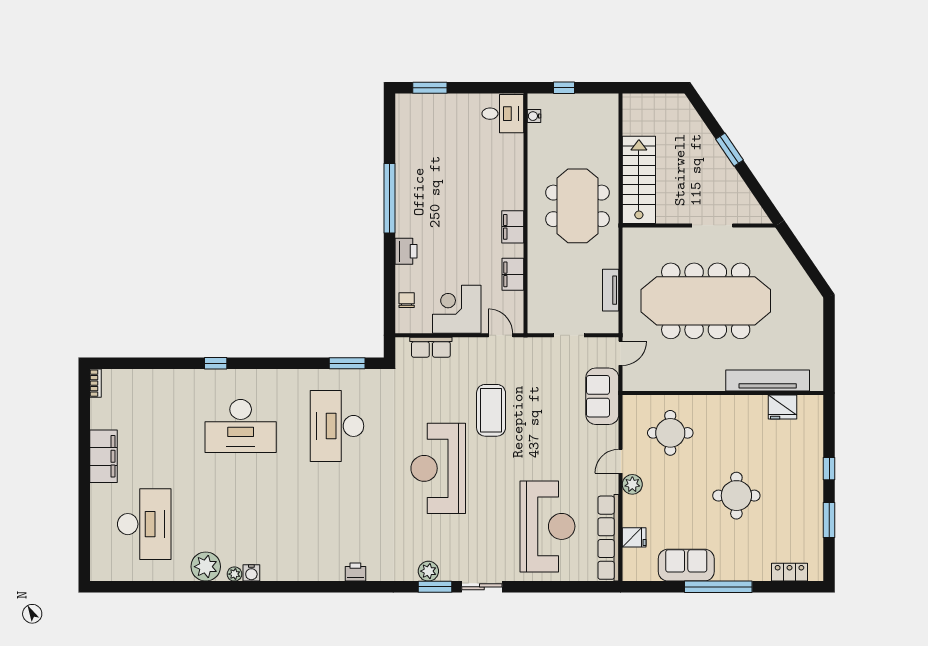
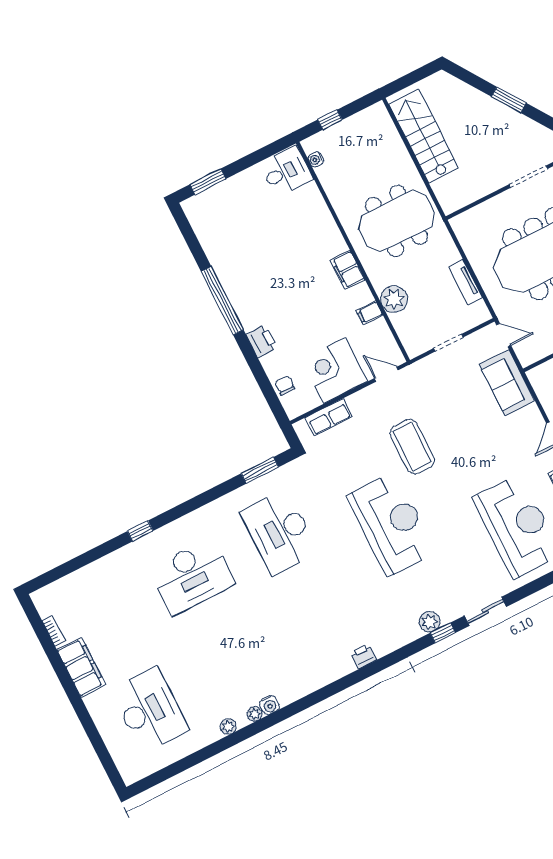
stairs: (639, 180) -> (424, 136), moved
meeting table: (577, 206) -> (397, 221), turned 90
plant: (540, 273) -> (394, 299), added
filing cabinet: (513, 274) -> (370, 313), width x0.50
door: (621, 353) -> (504, 335), hinge flipped
bookcase: (95, 383) -> (54, 631), moved
reception desk: (438, 468) -> (391, 524), turned 180
plant: (206, 567) -> (228, 726), width x0.53, depth x0.53
window: (435, 587) -> (443, 633), width x0.67

